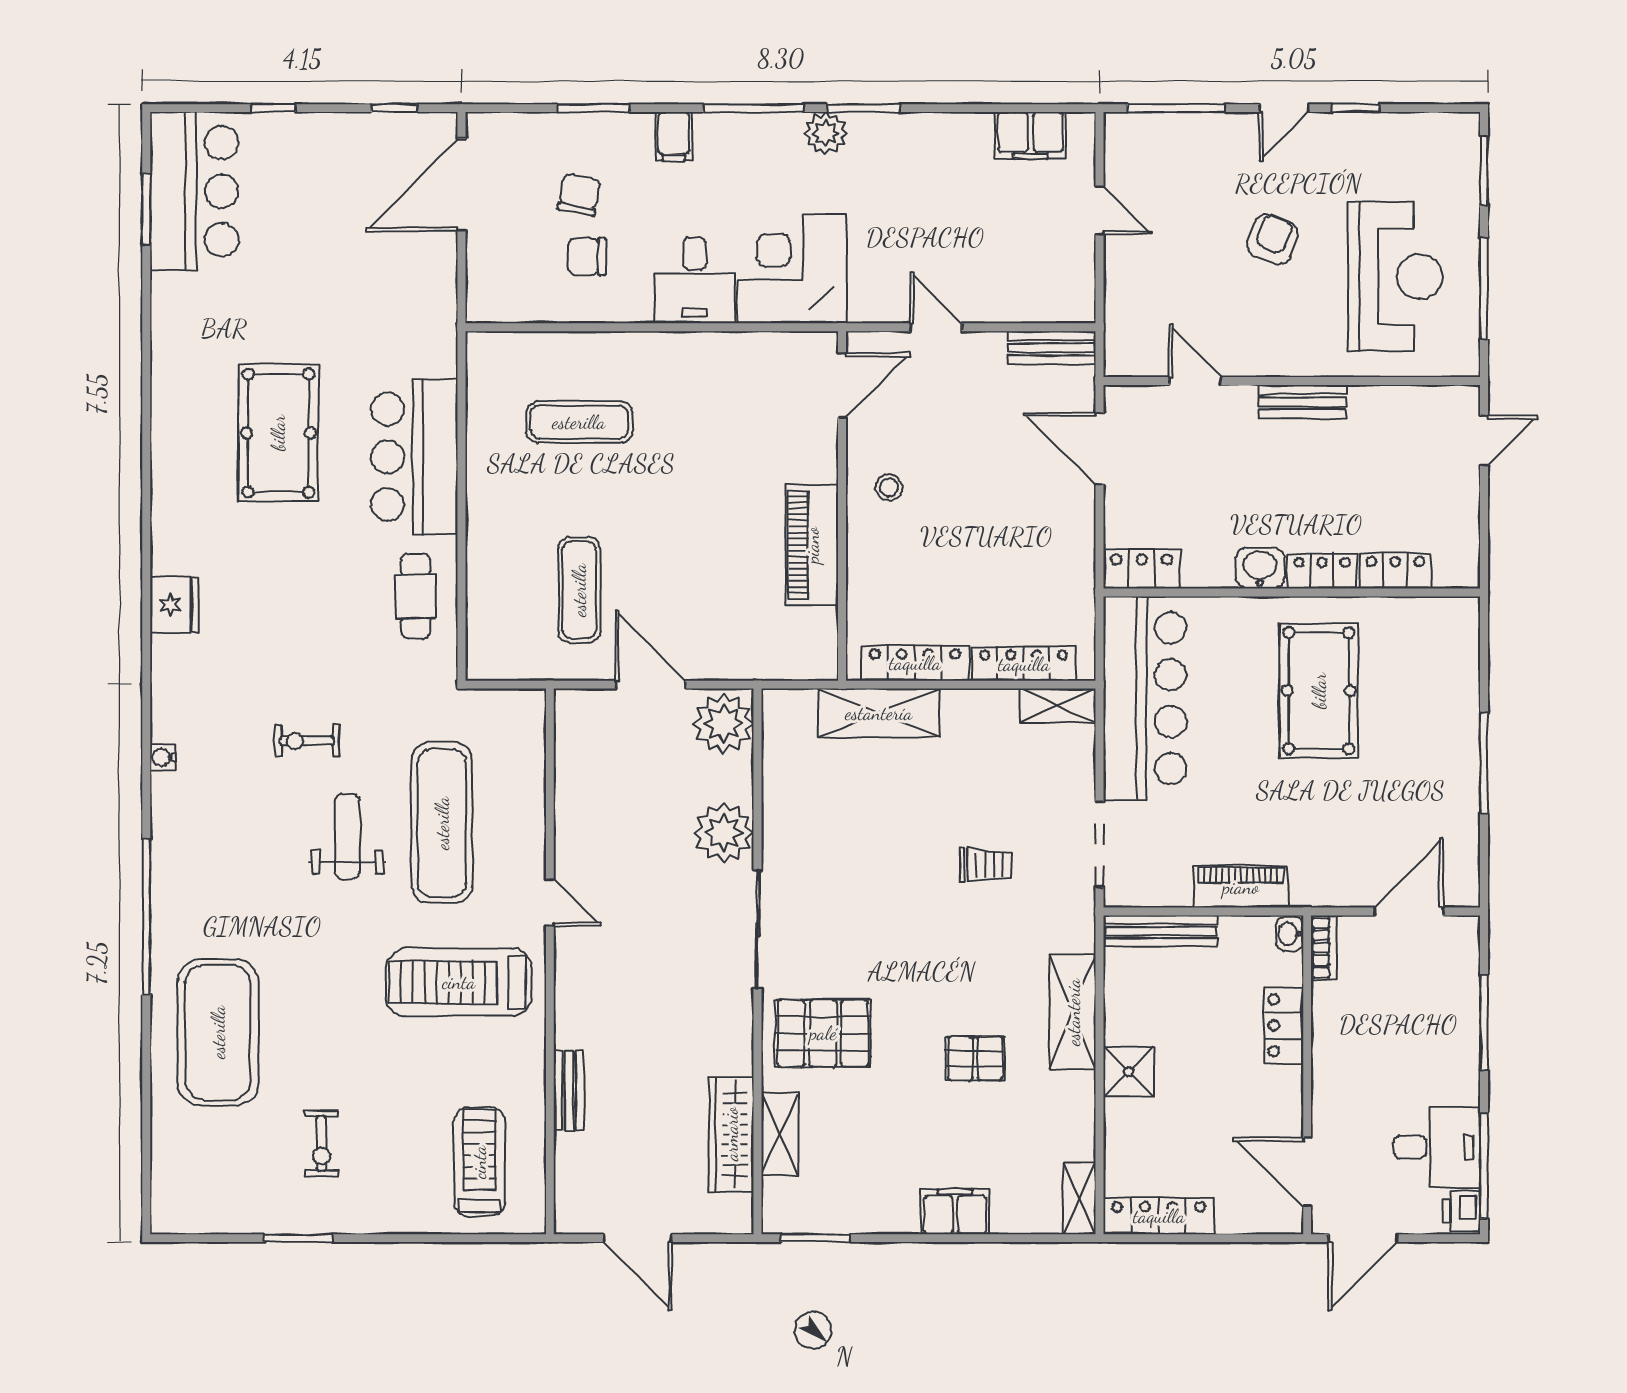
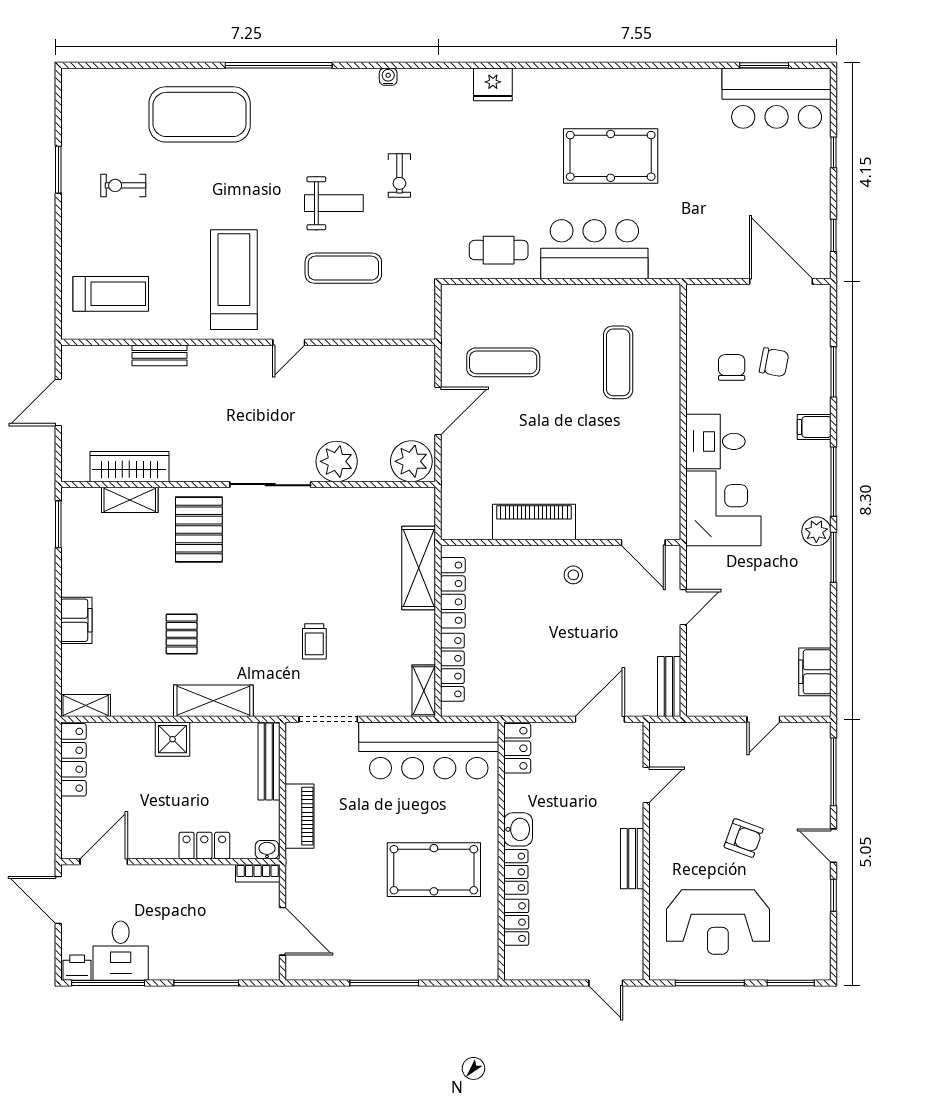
exercise bike: (307, 741) -> (399, 176), turned 180
exercise mat: (442, 823) -> (343, 268), width x0.73, depth x0.69

